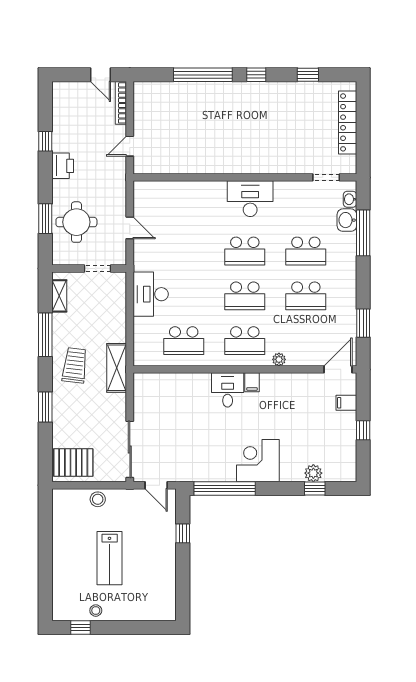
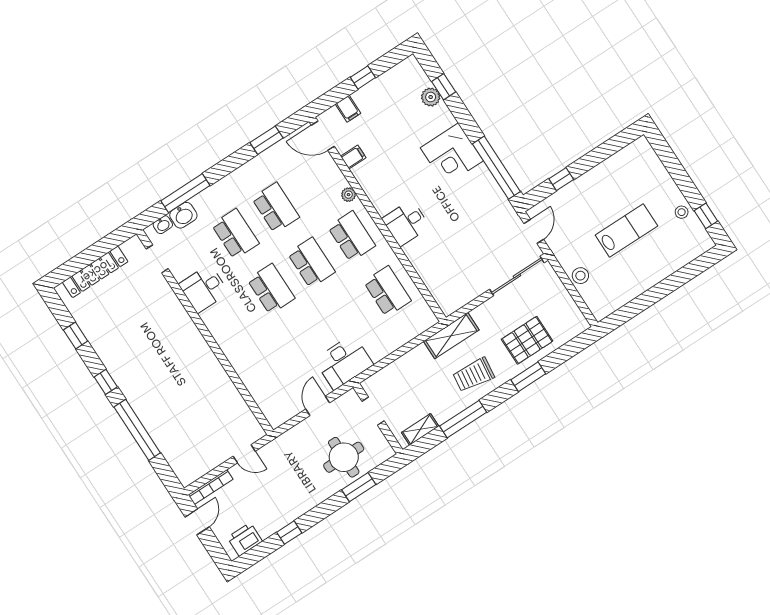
printer: (63, 166) -> (245, 539), moved
desk: (250, 199) -> (204, 289), moved, width x0.73
desk: (151, 294) -> (344, 362), moved
filing cabinet: (252, 382) -> (353, 157), moved
pallet: (73, 462) -> (527, 340), moved, turned 90

